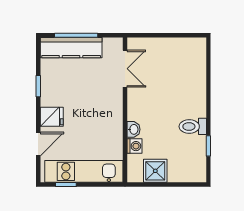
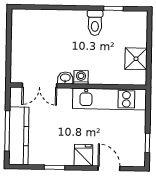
double door: (125, 69) -> (39, 85), swing flipped
washbasin: (134, 129) -> (65, 78), moved
washing machine: (134, 146) -> (81, 77), moved
kitchen unit: (84, 171) -> (109, 99), moved, turned -90

